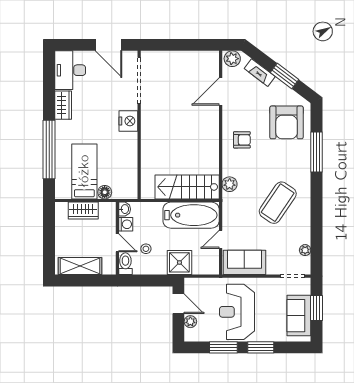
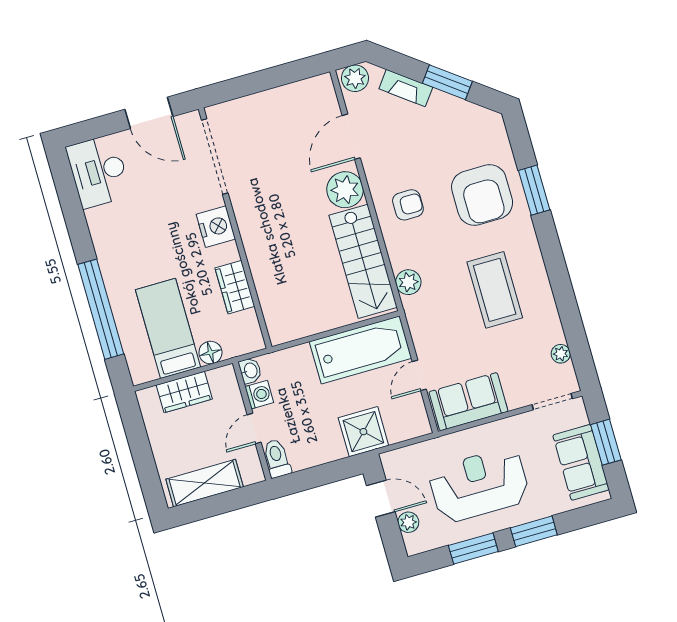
wardrobe: (63, 105) -> (235, 287), moved, turned 180
plant: (208, 121) -> (345, 190), added
armchair: (287, 122) -> (482, 195), moved
window: (317, 152) -> (534, 190), width x0.69
stairs: (187, 187) -> (363, 261), moved, turned -90
coffee table: (278, 203) -> (495, 290), turned -34
door: (117, 243) -> (254, 428), swing flipped
stool: (146, 249) -> (303, 425), removed
reception desk: (237, 312) -> (479, 485), turned 90

